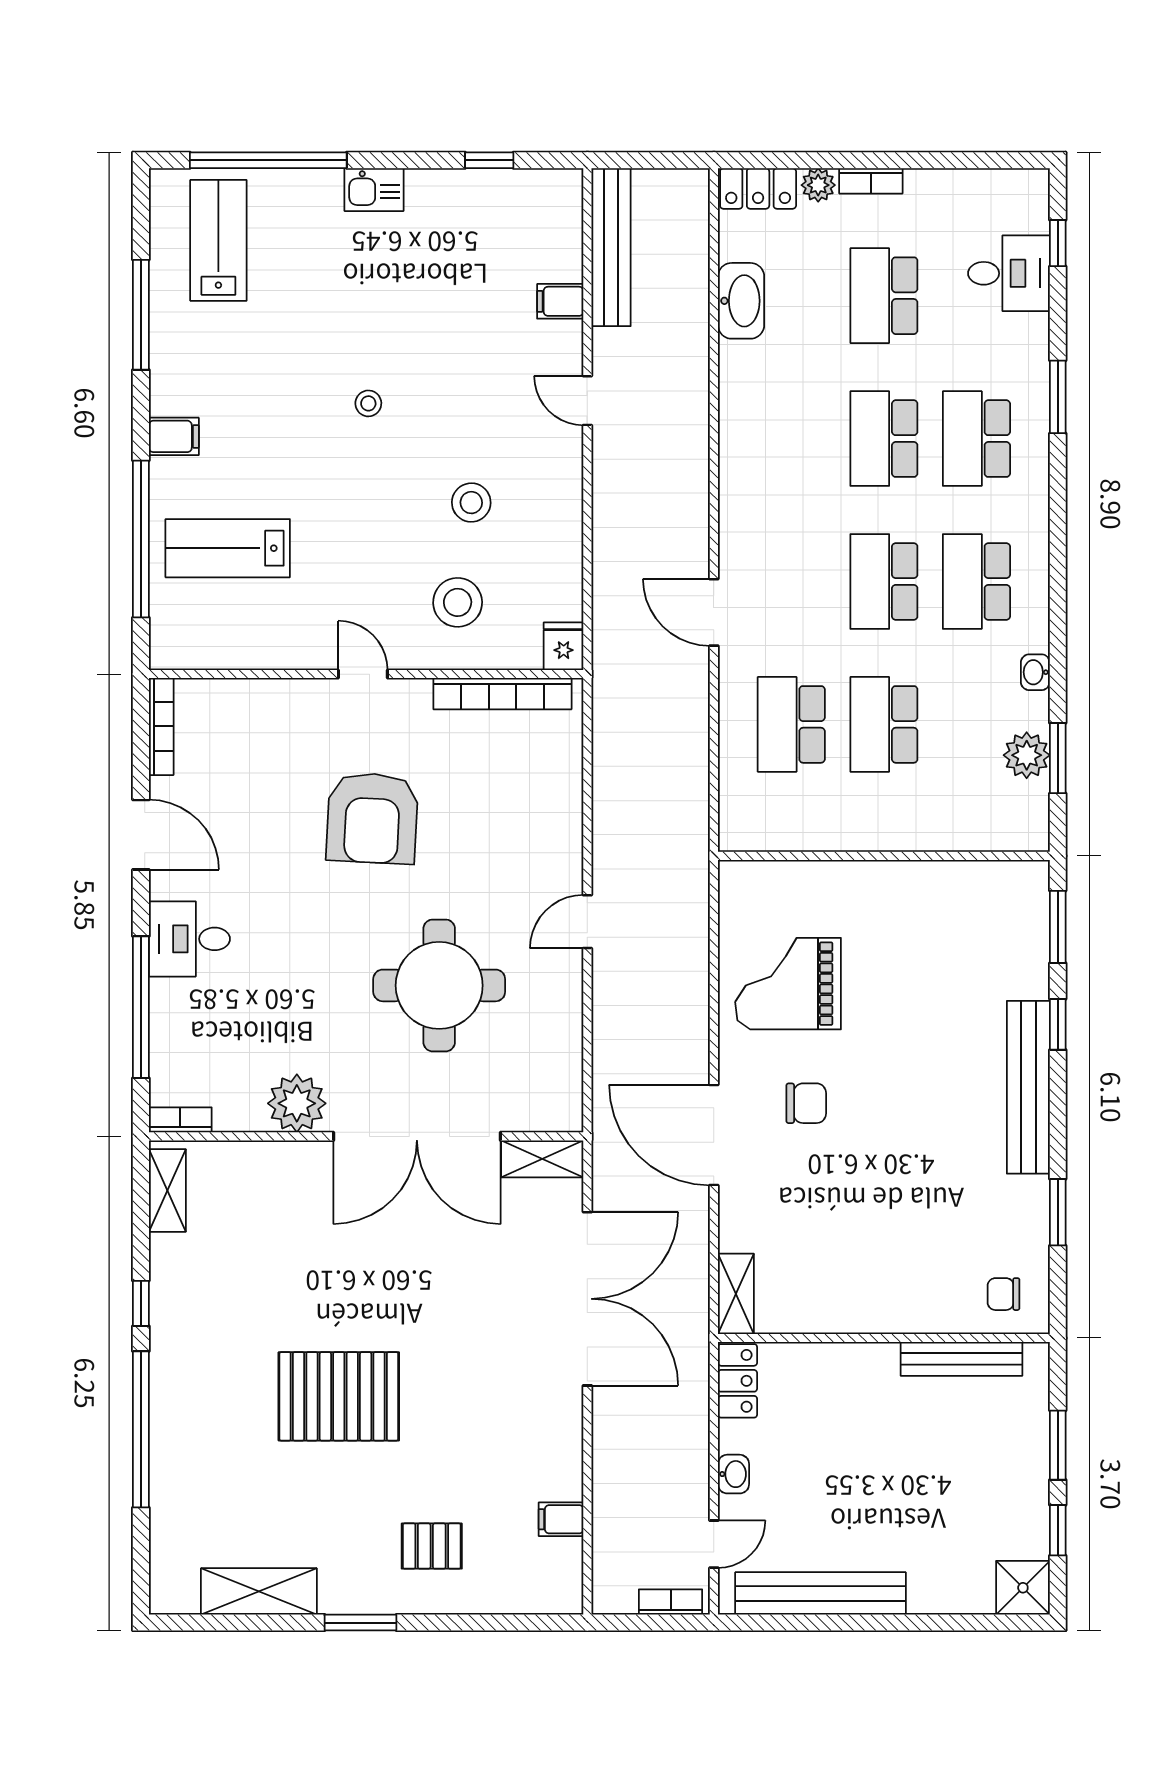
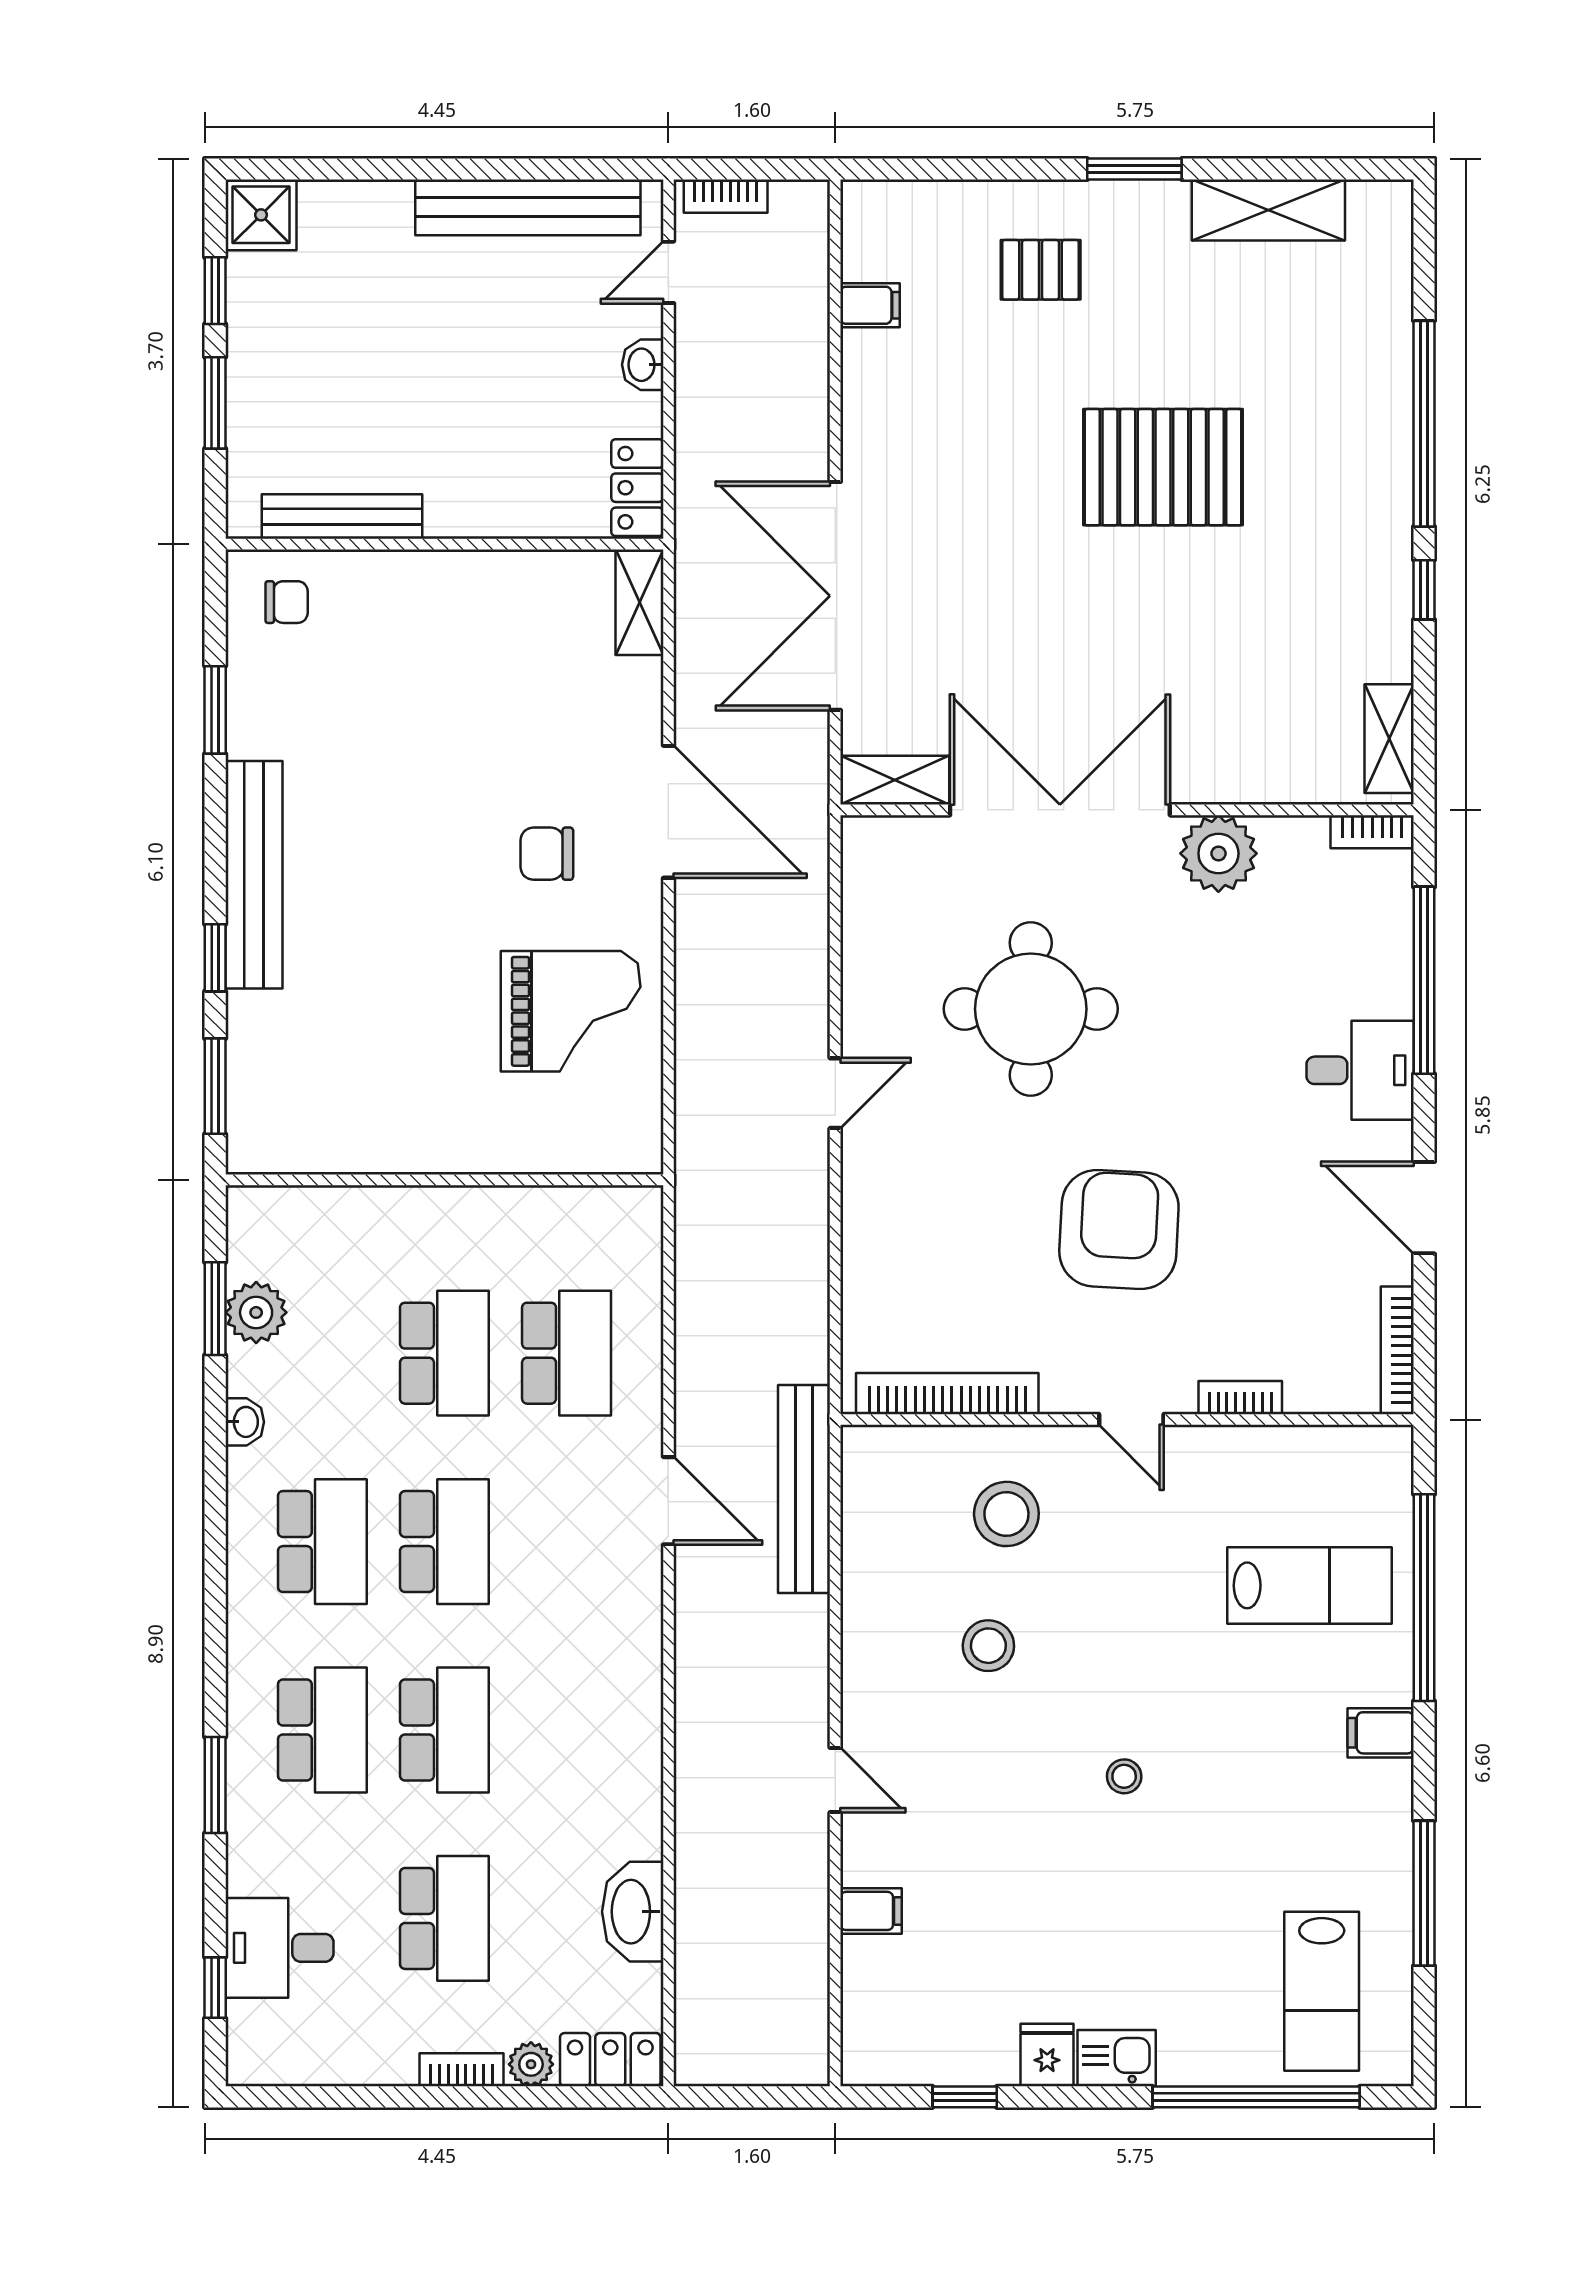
bench: (611, 247) -> (804, 1489), moved
fridge: (564, 646) -> (1047, 2055), moved, turned 180
bookcase: (280, 691) -> (1240, 1398), added

